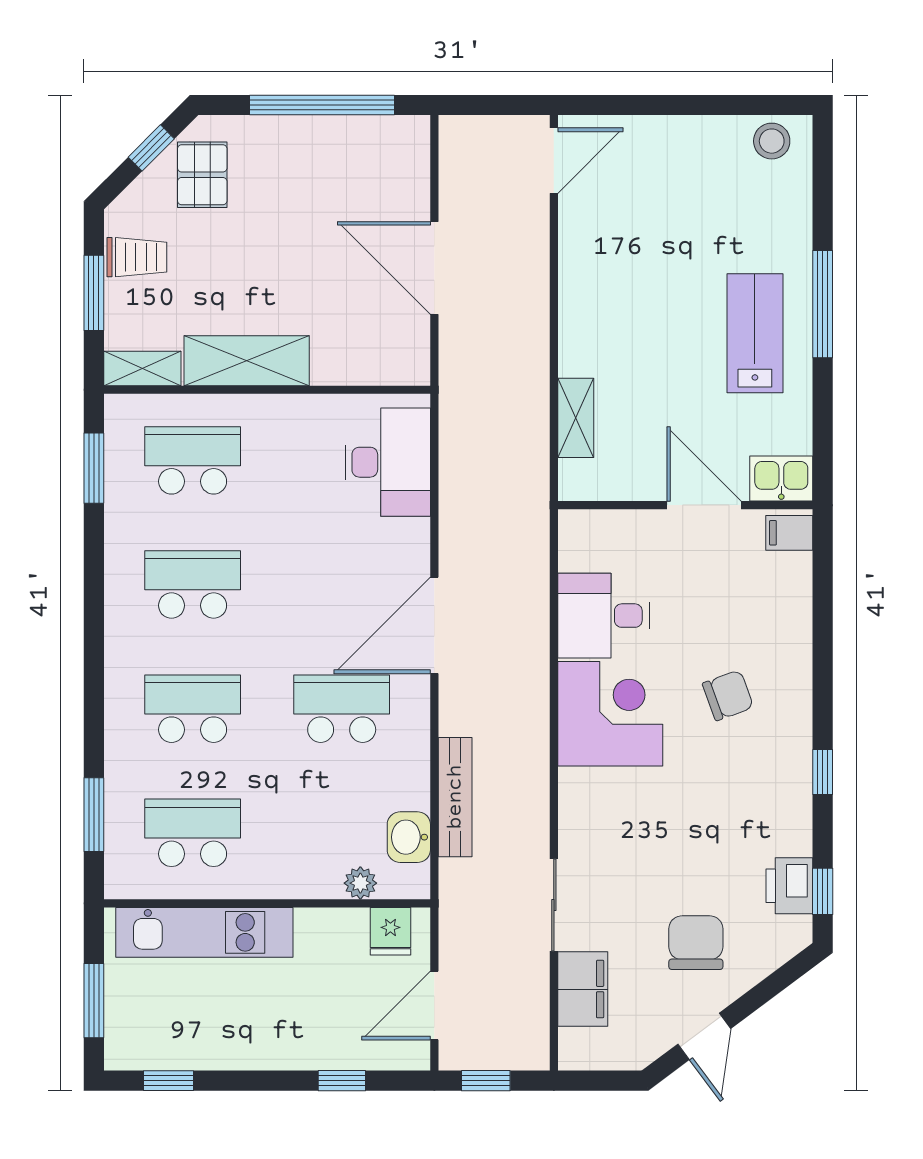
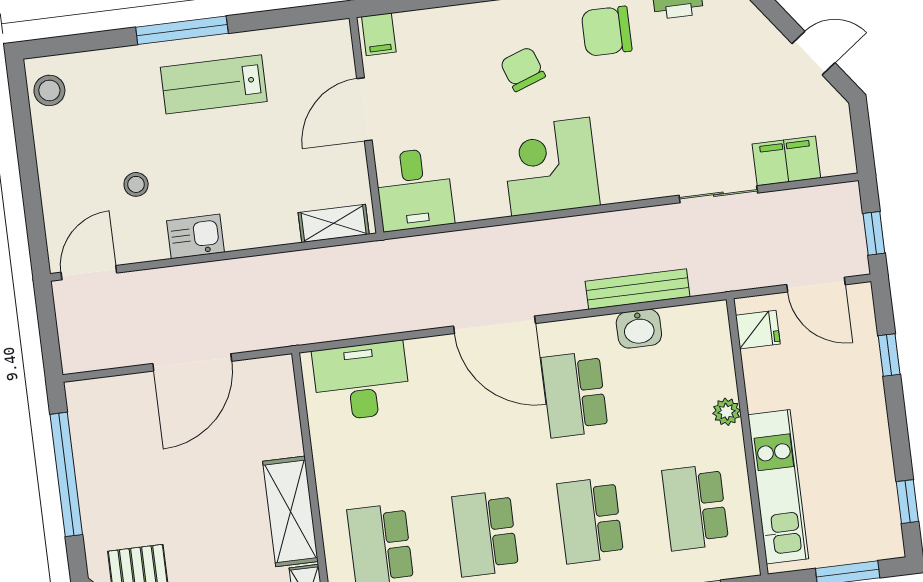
door: (554, 161) -> (89, 273), hinge flipped
stool: (650, 228) -> (136, 184), added
shelving: (576, 418) -> (334, 223), moved
kitchen sink: (781, 479) -> (195, 236), moved, turned 90
desk: (604, 616) -> (414, 189), moved
washbasin: (409, 837) -> (639, 329), moved
plant: (360, 883) -> (727, 412), moved
chair: (696, 943) -> (607, 31), moved

